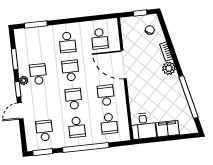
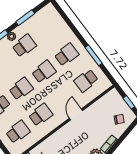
window: (36, 24) -> (94, 55), moved
school desk: (67, 42) -> (67, 55), turned 180
door: (124, 65) -> (76, 114), width x0.53
school desk: (109, 124) -> (18, 132), turned 180

